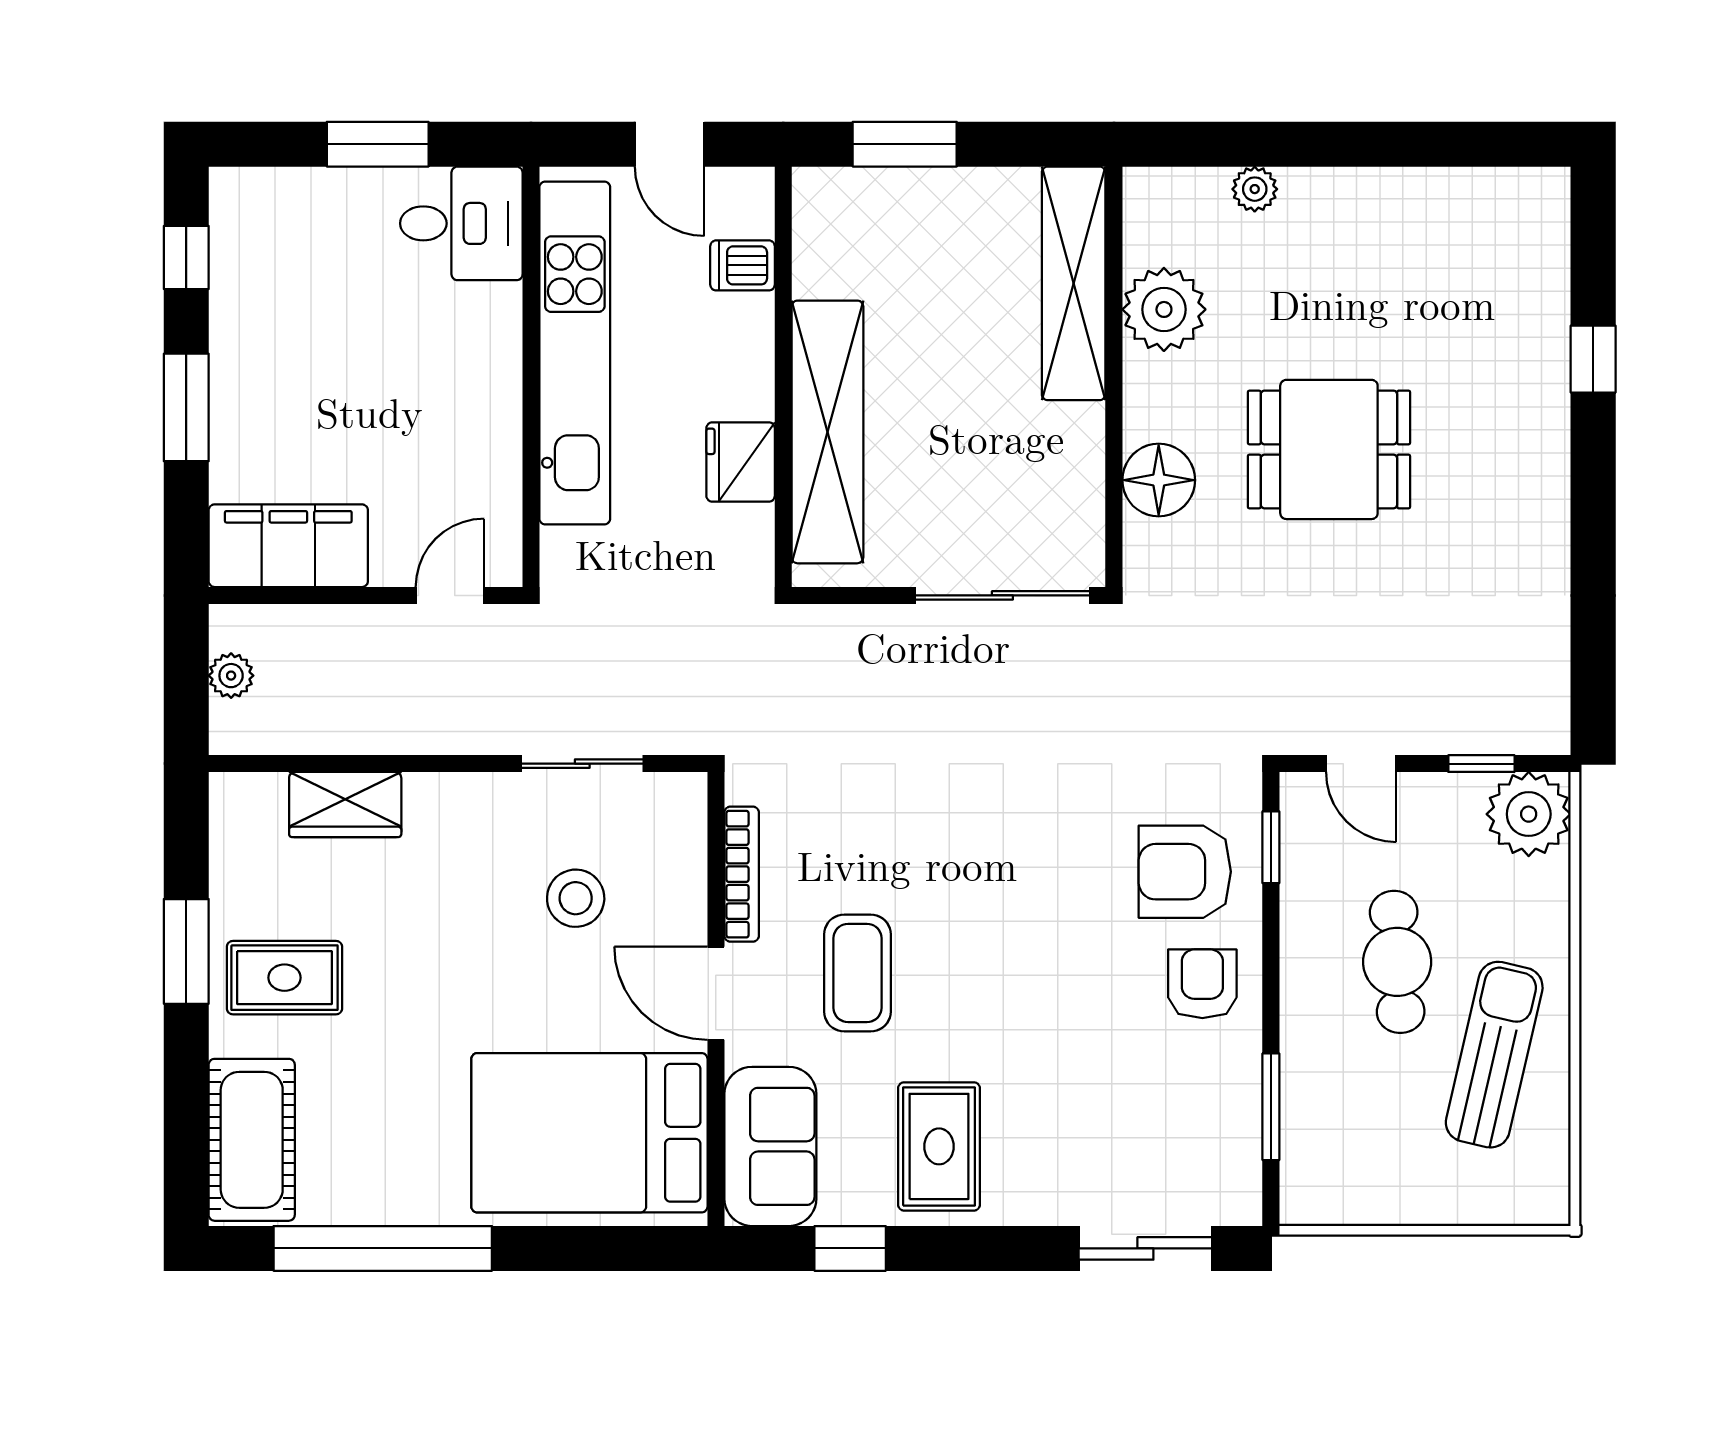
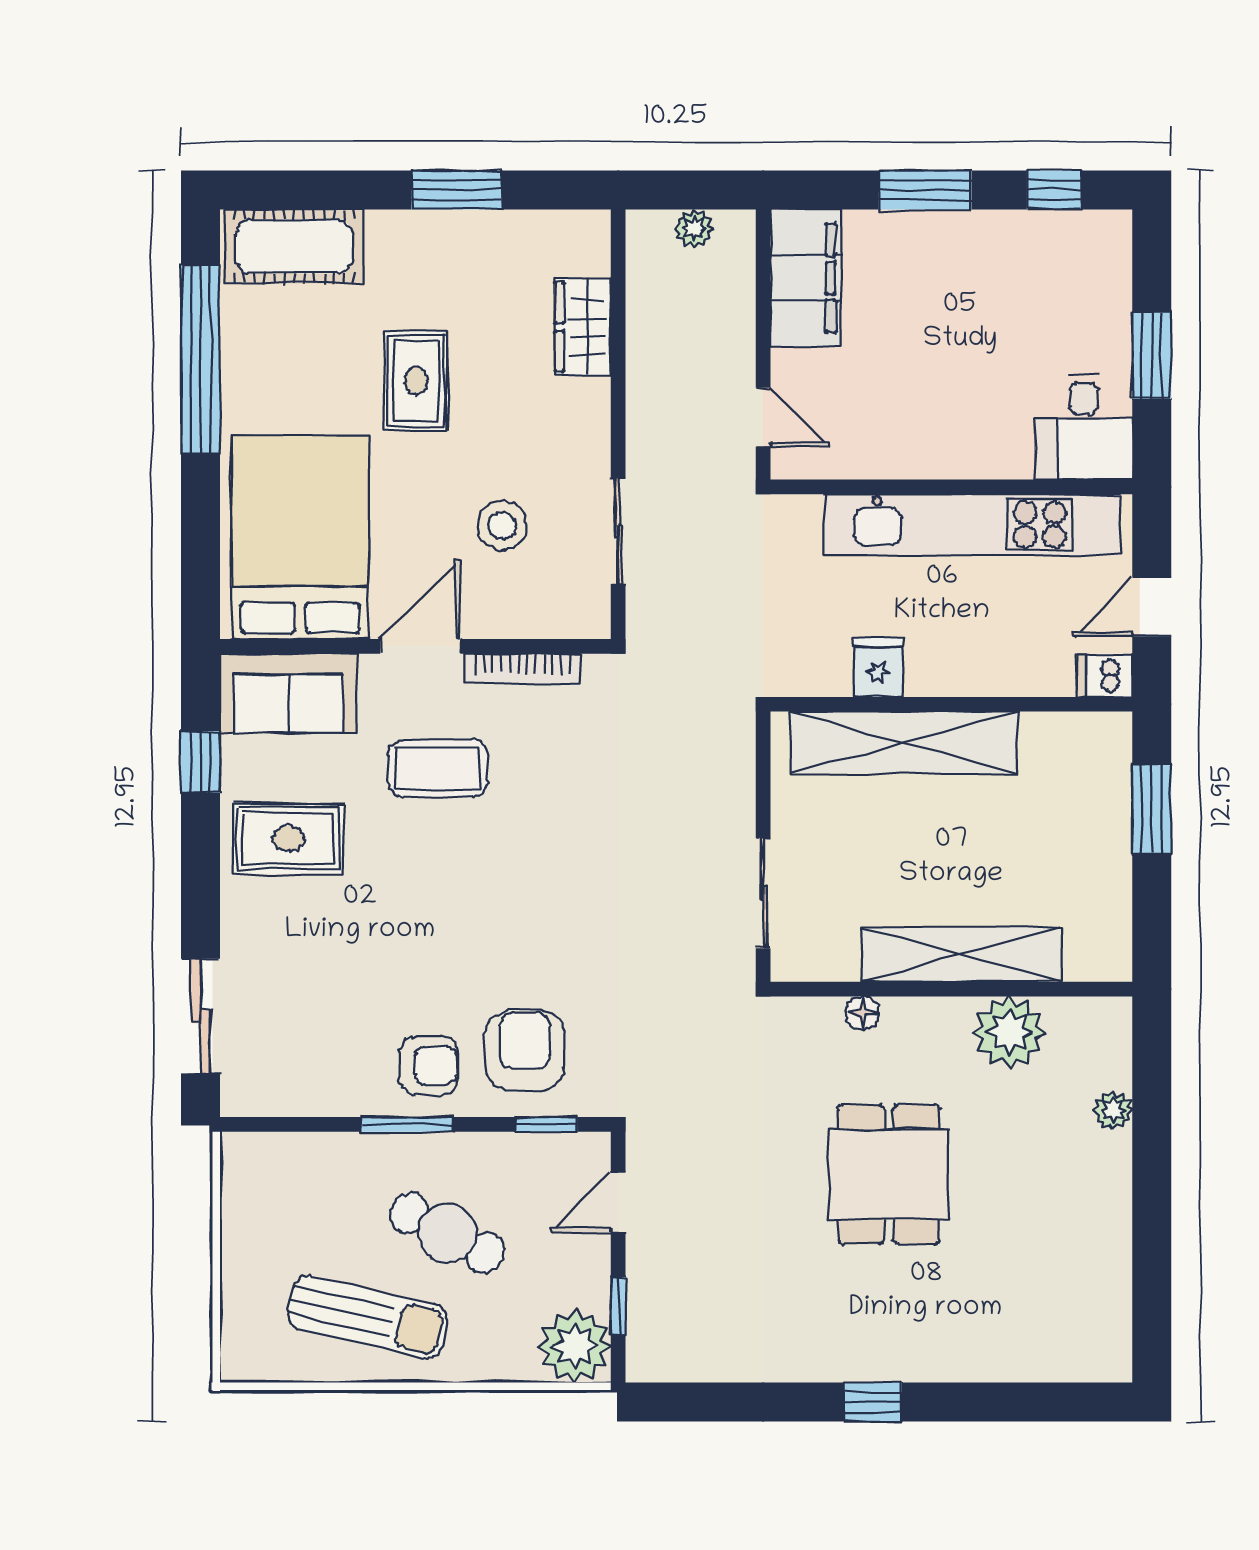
dishwasher: (743, 265) -> (1105, 675), moved, turned -90
shelving: (1074, 283) -> (962, 954), moved
window: (1593, 359) -> (873, 1402), moved
fridge: (741, 462) -> (878, 668), width x0.72
floor lamp: (1159, 480) -> (862, 1013), width x0.53, depth x0.53
sliding door: (1002, 595) -> (763, 893), width x0.73
cafe table: (1397, 962) -> (447, 1233), turned 32
rug: (284, 978) -> (416, 381), moved
window: (1271, 1107) -> (407, 1124), moved

